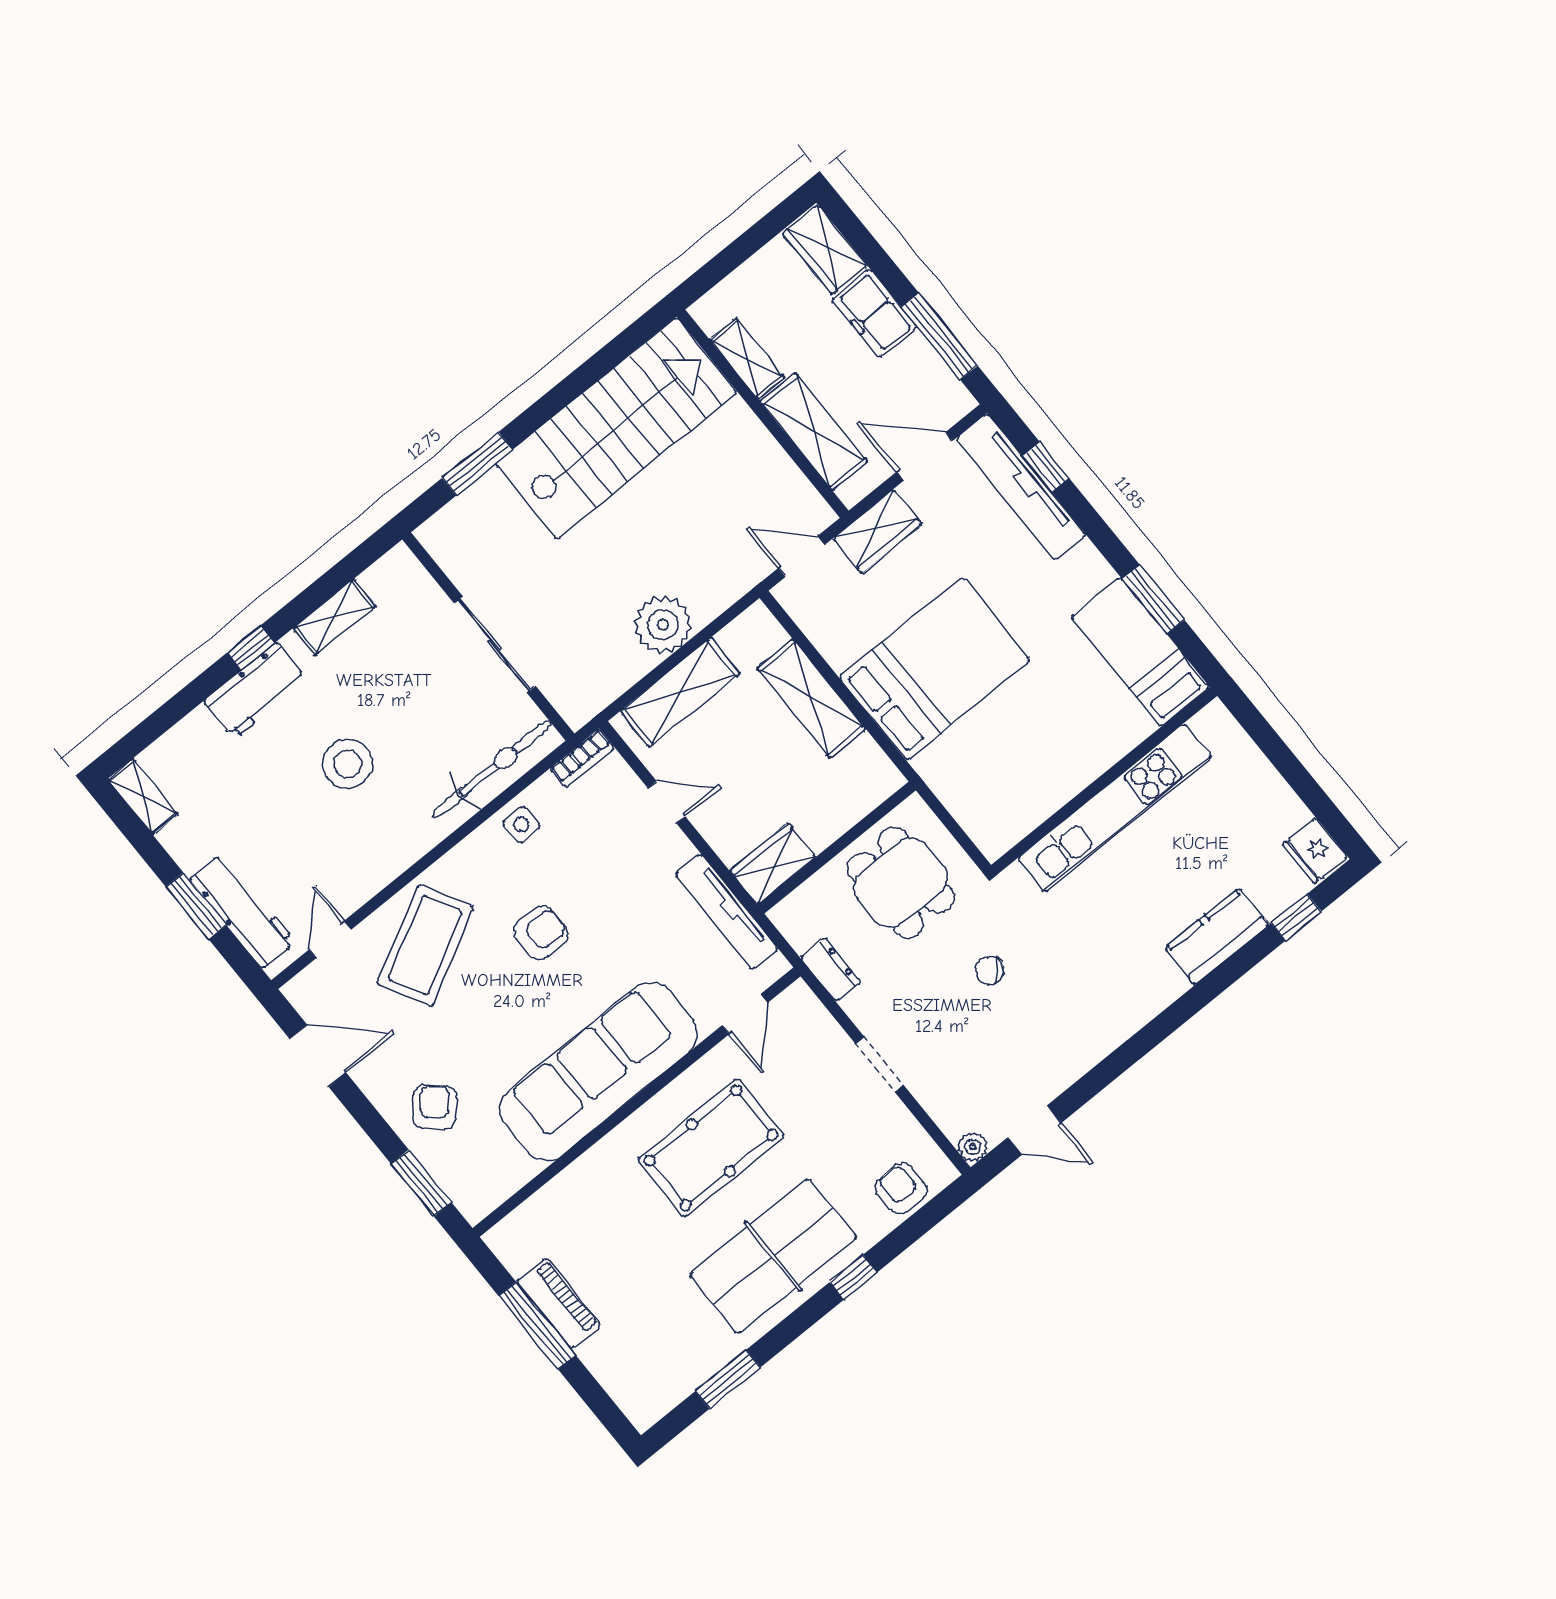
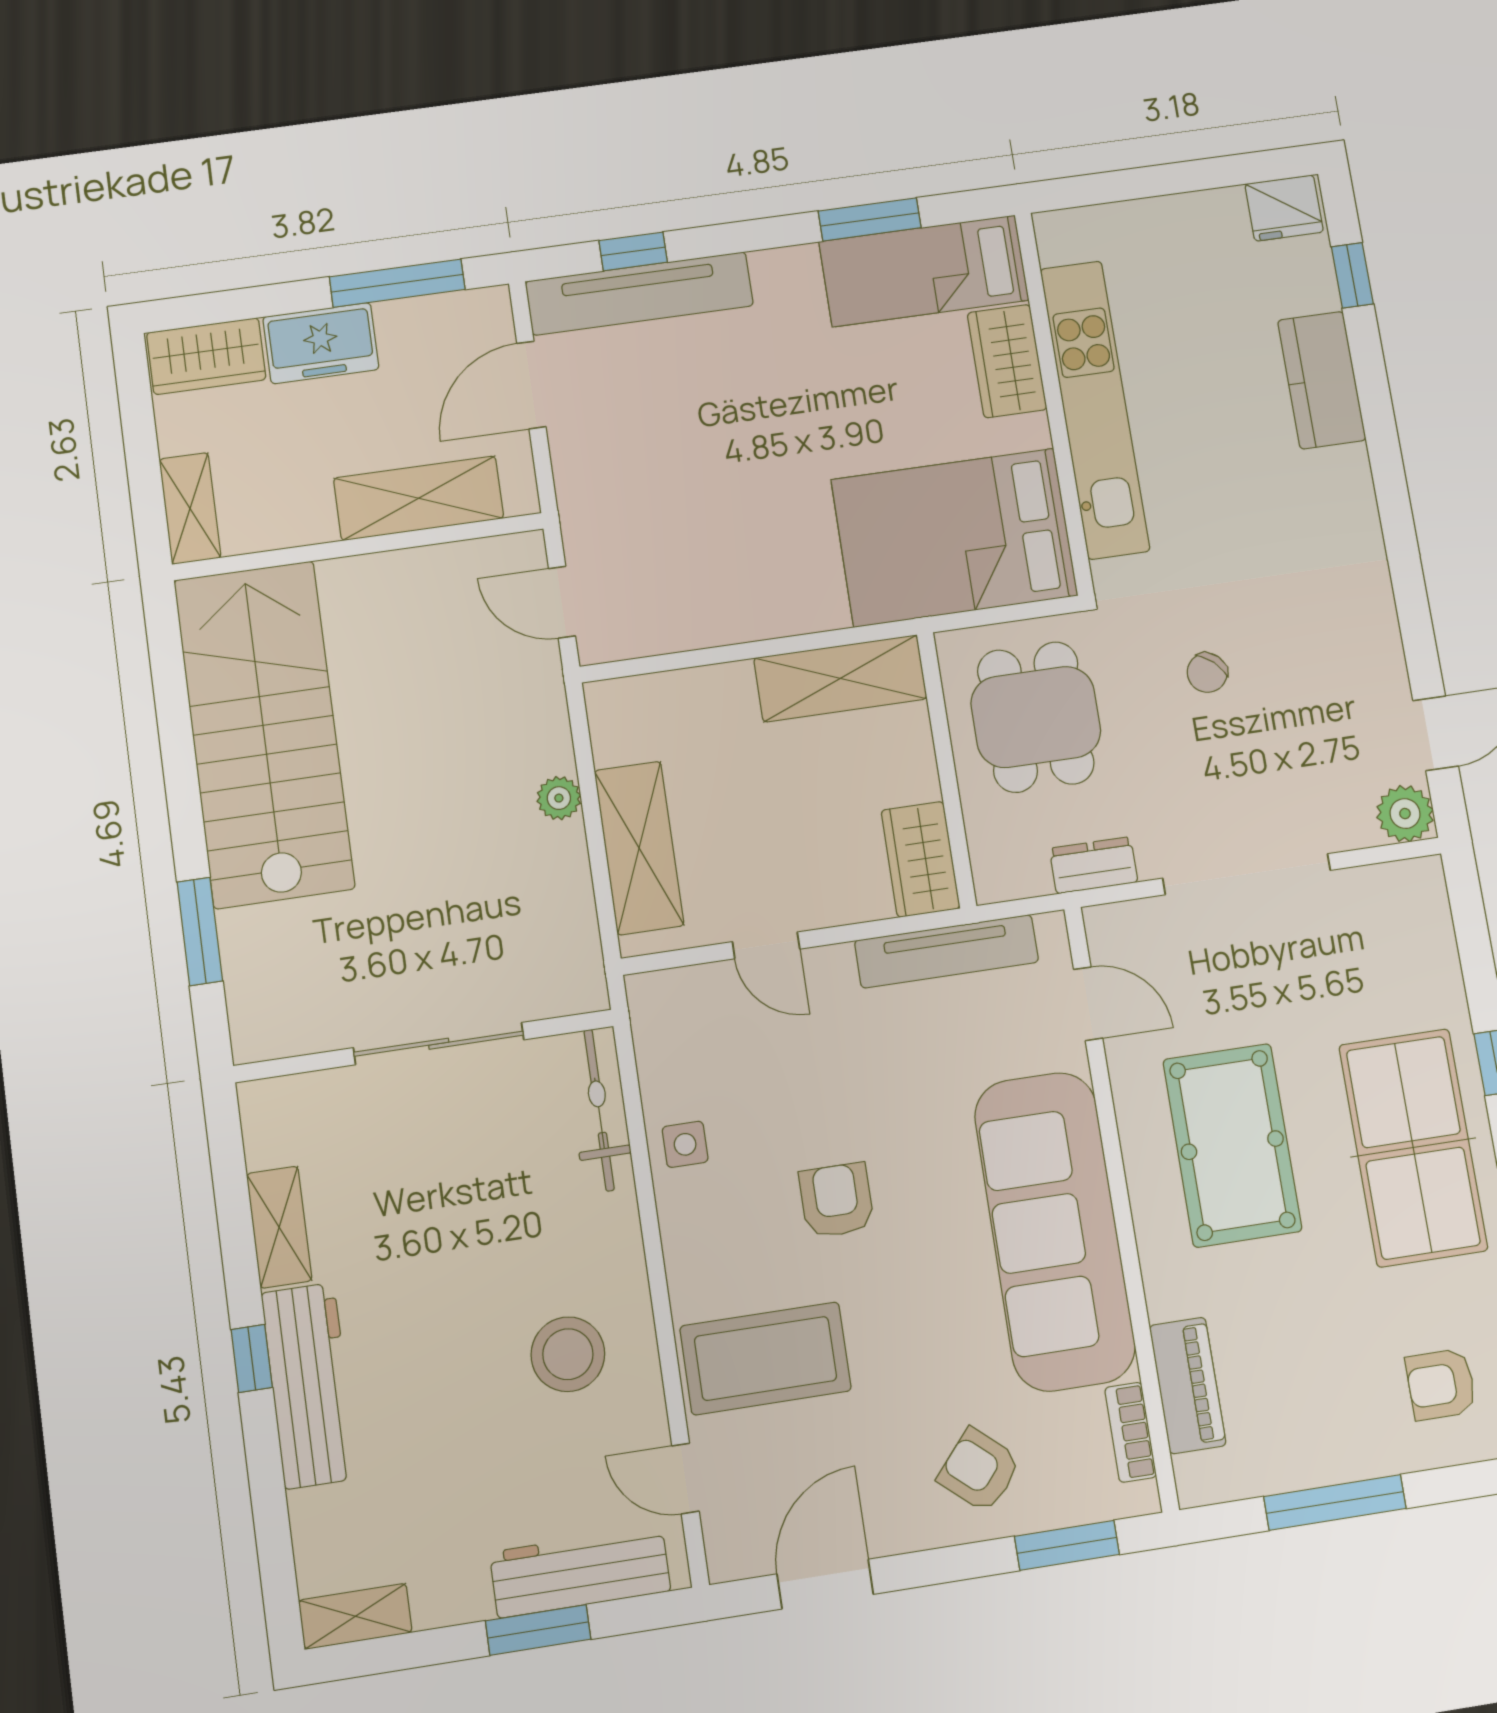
shelving: (747, 359) -> (190, 508), moved, turned 90
wardrobe: (877, 531) -> (1007, 361), moved, turned 180
door: (801, 556) -> (562, 602), hinge flipped
plant: (663, 625) -> (559, 798), width x0.53, depth x0.53
bed: (935, 669) -> (954, 537), moved, turned -90
workbench: (255, 690) -> (309, 1385), width x1.38
shelving: (811, 698) -> (840, 678), moved
bookcase: (582, 758) -> (1131, 1432), moved, turned 180
stool: (348, 764) -> (568, 1354), moved
bicycle: (491, 769) -> (599, 1110), width x0.73, depth x0.71
door: (667, 802) -> (766, 945), swing flipped
dining table: (901, 883) -> (1036, 717), turned 90
coffee table: (425, 945) -> (765, 1358), turned -62
doorway: (880, 1064) -> (1247, 874), width x1.88
plant: (973, 1147) -> (1405, 814), width x1.38, depth x1.38
armchair: (901, 1188) -> (1441, 1384), moved
piano: (559, 1303) -> (1188, 1385), moved, turned 90

